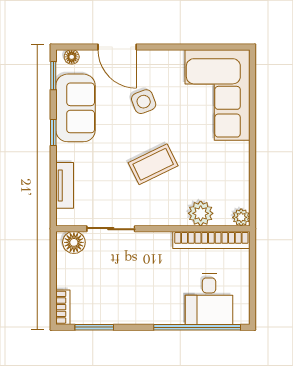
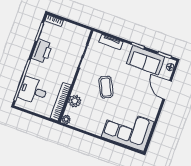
door: (117, 47) -> (167, 90), hinge flipped
side table: (144, 102) -> (137, 93), removed
floor lamp: (74, 242) -> (83, 37), removed
printer: (129, 309) -> (42, 51), added

